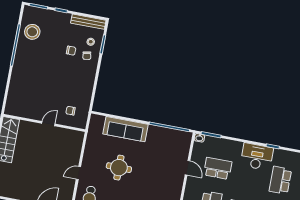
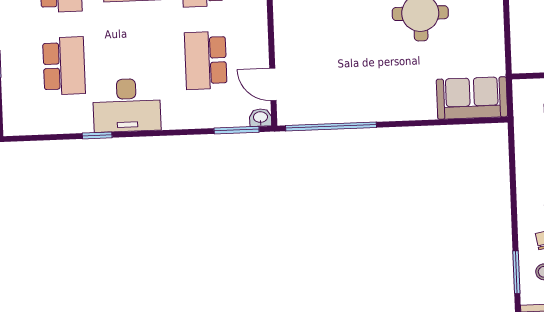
sofa: (125, 129) -> (472, 98), moved, width x0.73
door: (188, 168) -> (273, 84), moved
school desk: (218, 168) -> (206, 60), turned 90

